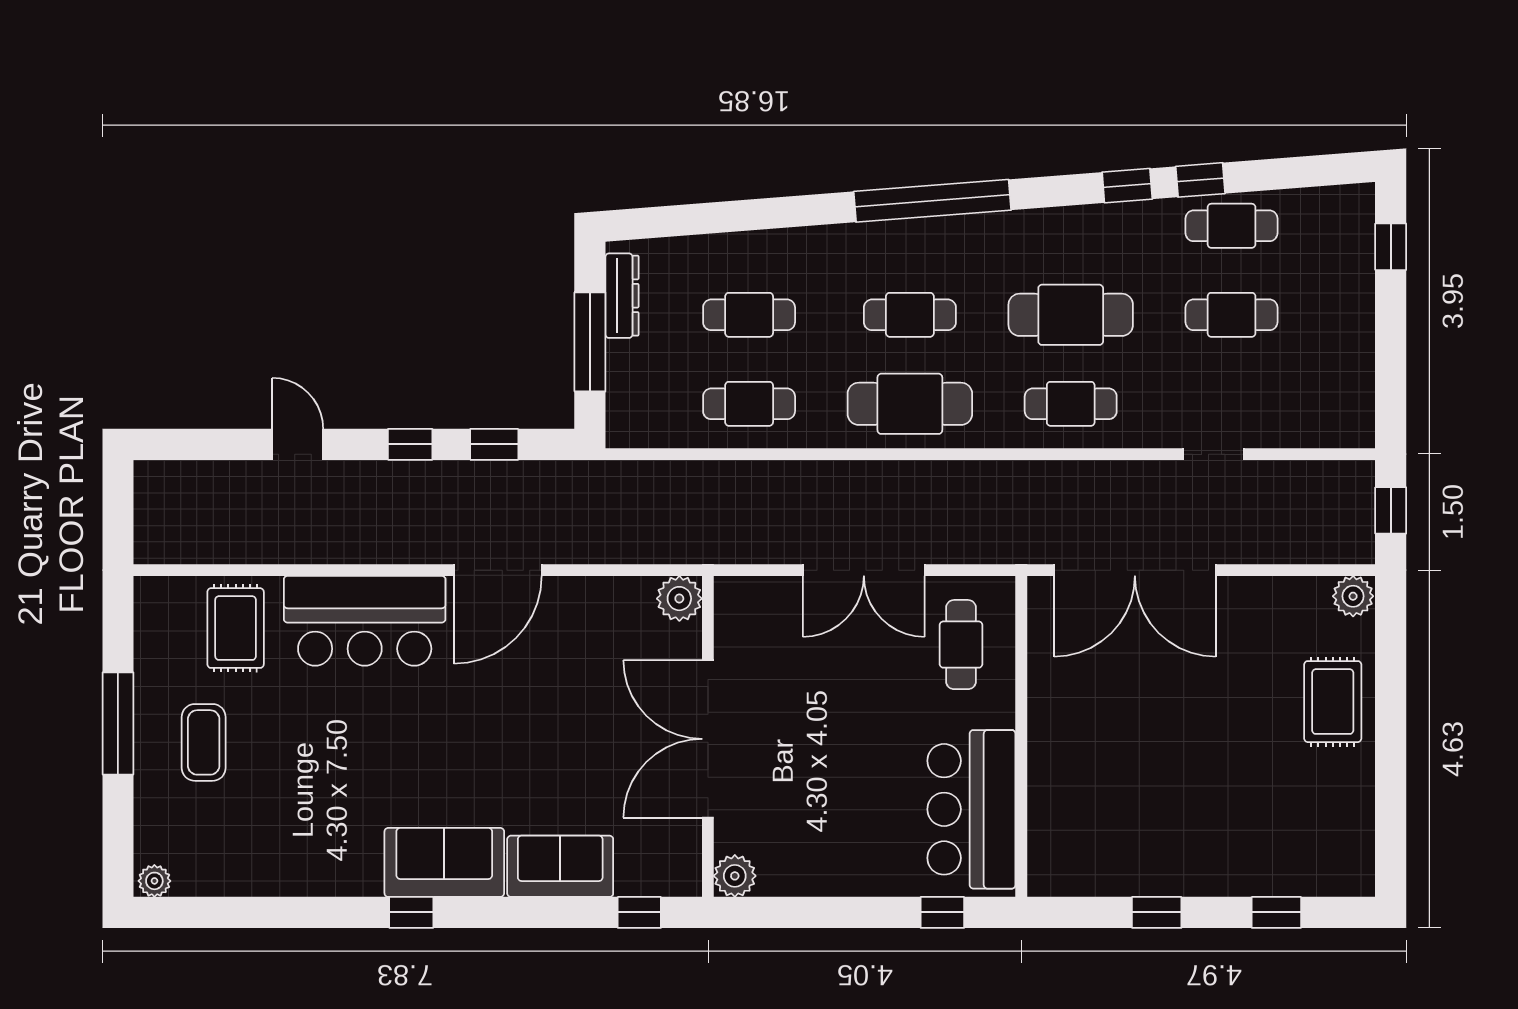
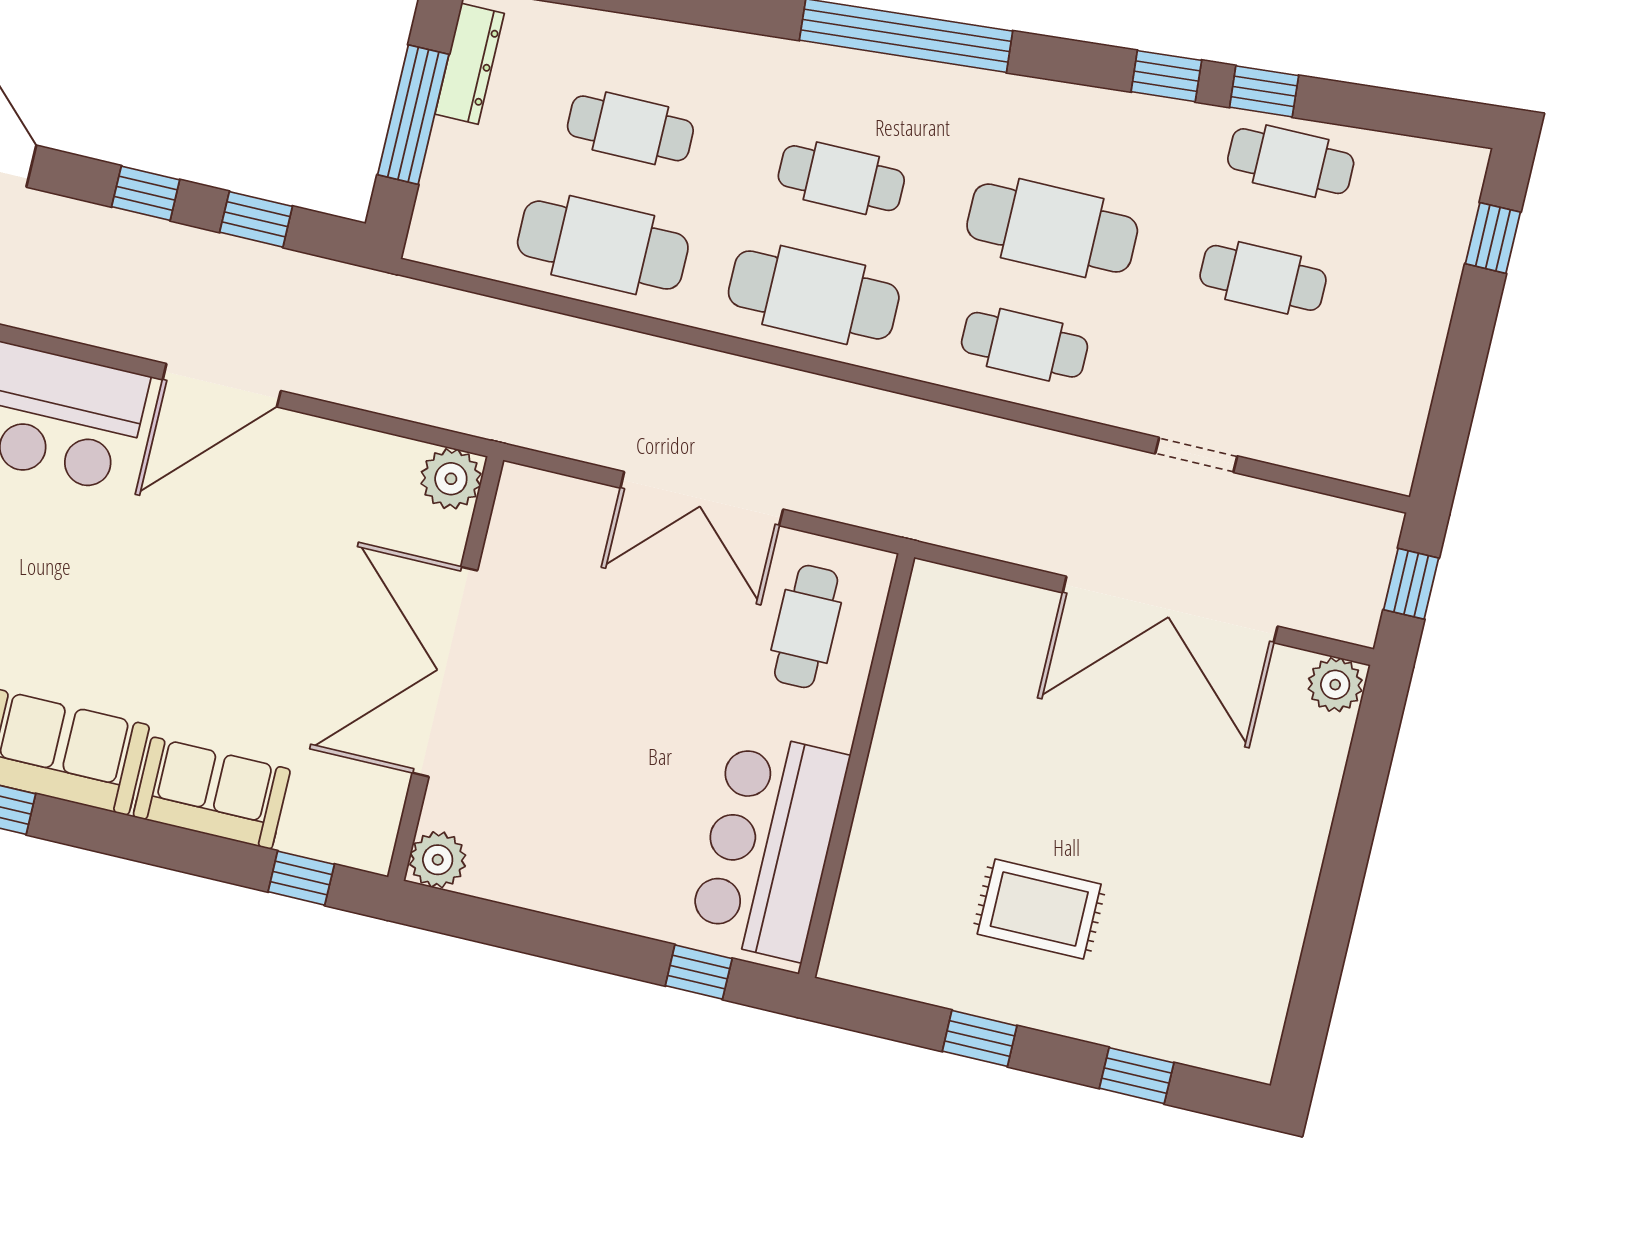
cafe table: (749, 404) -> (603, 245), width x1.37, depth x1.35
double door: (1135, 570) -> (1170, 609), moved
rug: (1333, 702) -> (1039, 909), moved, turned 90

